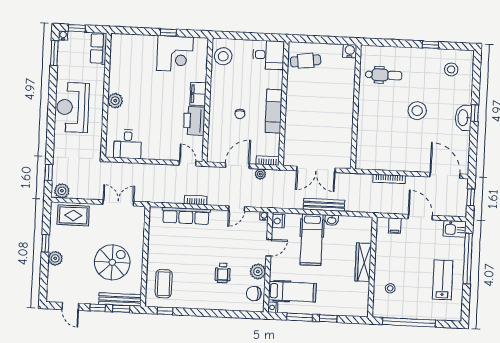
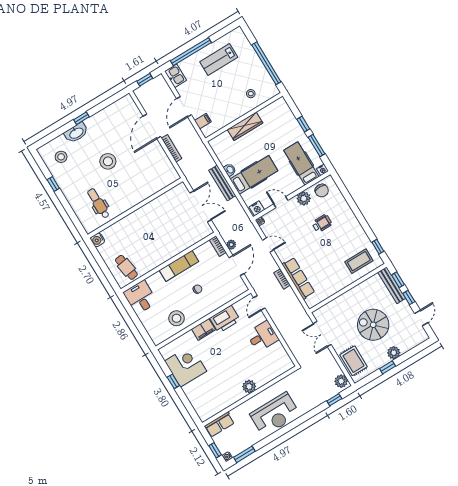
stool: (223, 56) -> (177, 318), moved
washbasin: (463, 118) -> (76, 133), moved
desk: (128, 144) -> (263, 336), moved
door: (237, 166) -> (236, 266), swing flipped
door: (445, 175) -> (152, 126), moved
spiral stairs: (112, 262) -> (373, 325), moved

